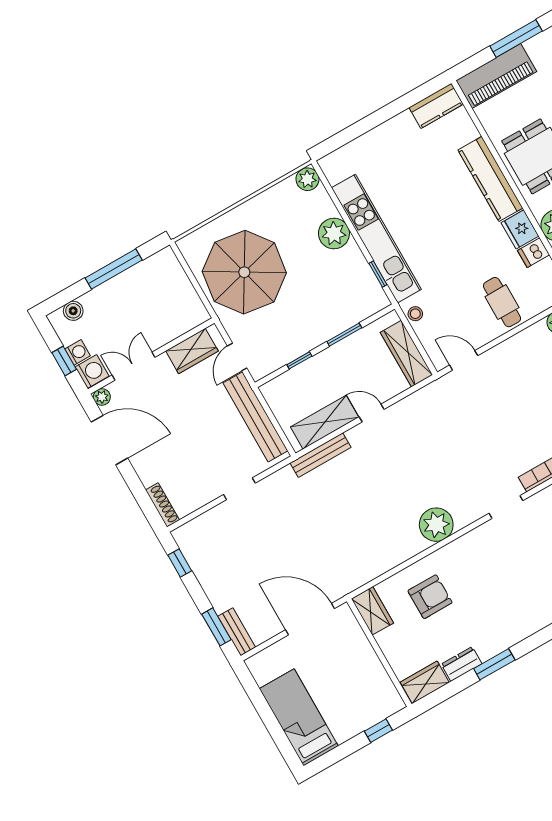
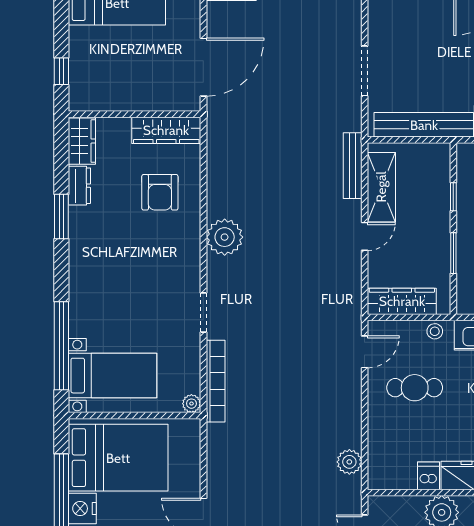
cafe table: (502, 302) -> (415, 388), moved
doorway: (239, 489) -> (365, 71), width x1.38
wardrobe: (372, 611) -> (166, 130), width x1.50

